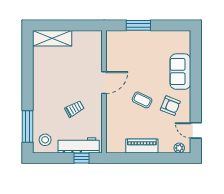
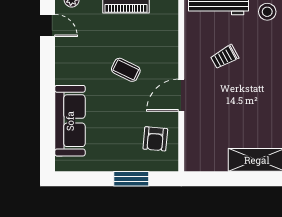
sofa: (180, 72) -> (70, 121), width x1.36
armchair: (170, 106) -> (155, 139), moved, turned -107

